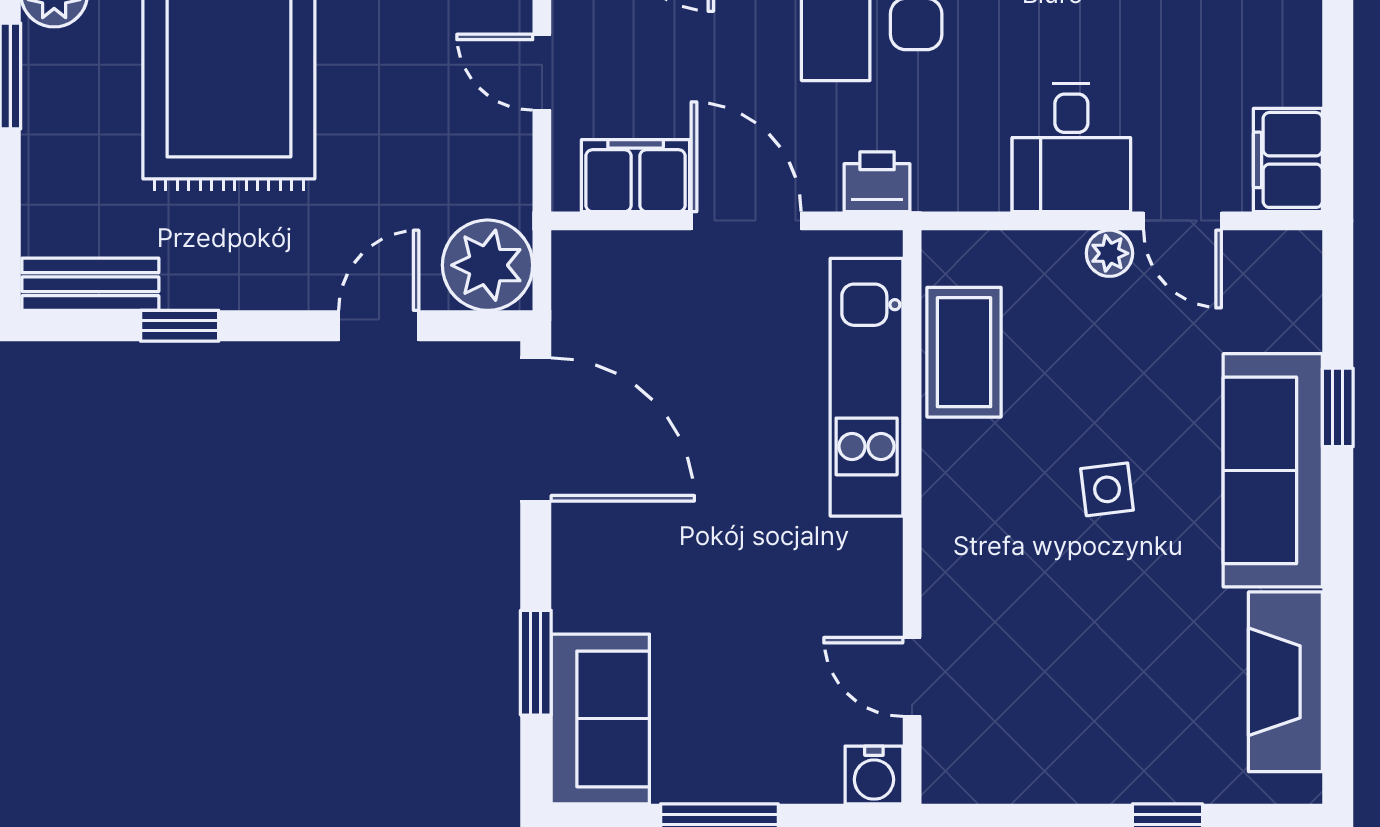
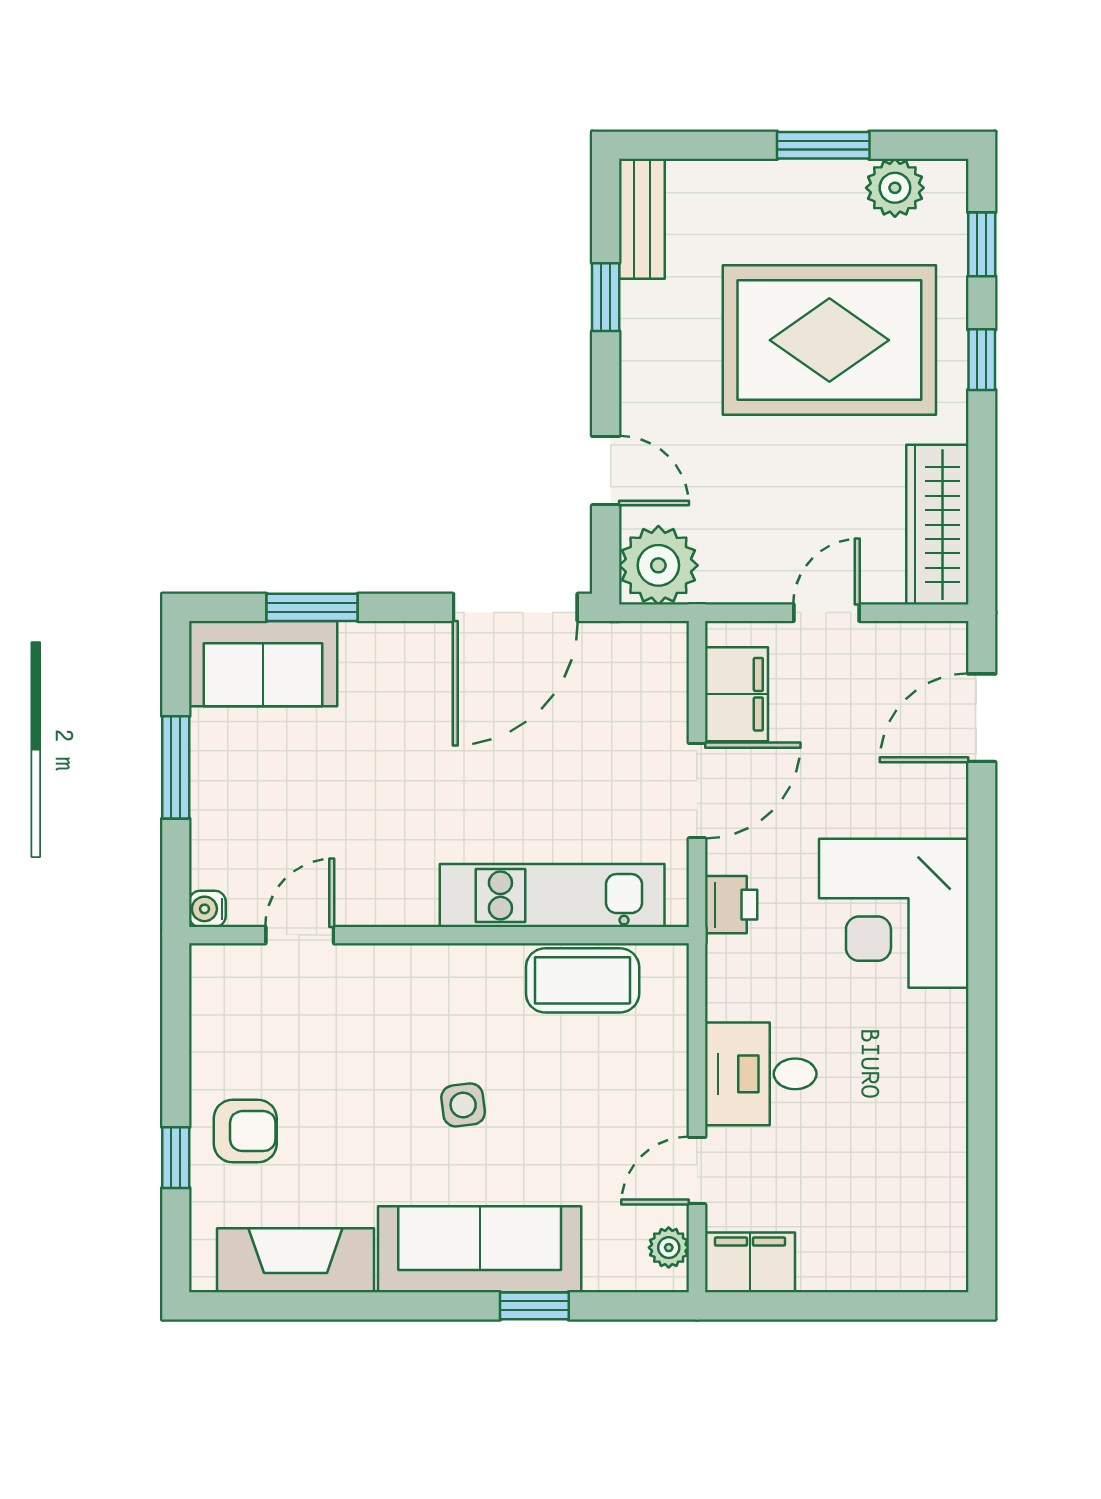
plant: (1109, 253) -> (669, 1248), moved
armchair: (1137, 739) -> (245, 1131), added
water cooler: (874, 775) -> (207, 909), width x0.72, depth x0.72

